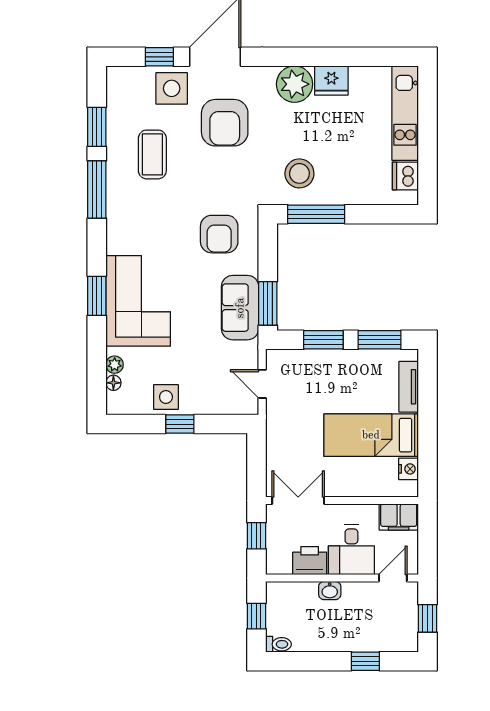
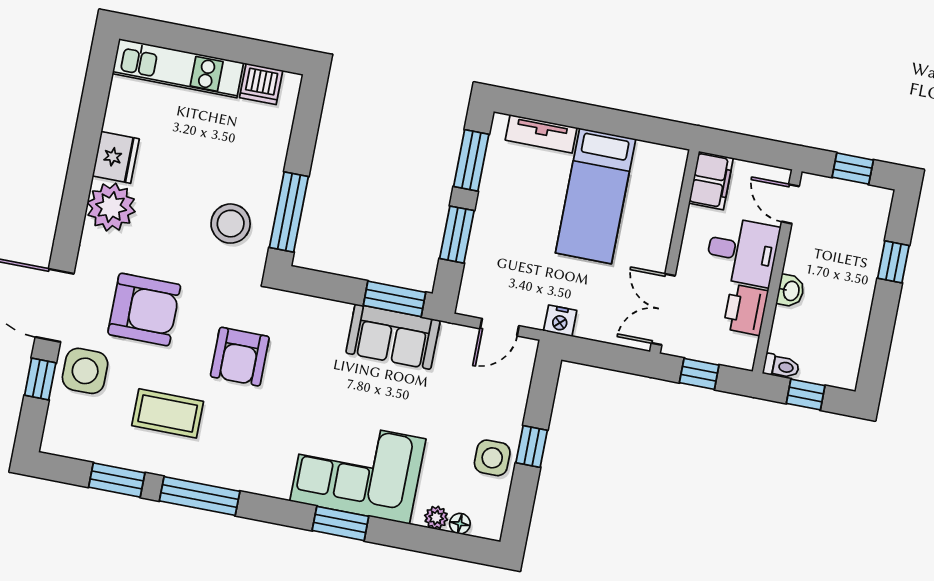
armchair: (219, 234) -> (240, 357), moved, turned 90
nightstand: (408, 469) -> (560, 321), moved, turned 180
toilet: (278, 644) -> (781, 366), moved, turned 90

